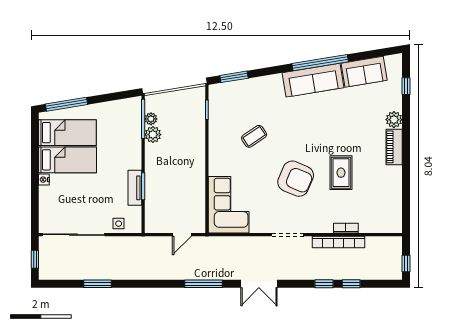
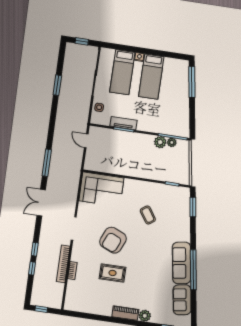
bed: (67, 133) -> (122, 72), moved
door: (182, 235) -> (86, 141), moved

